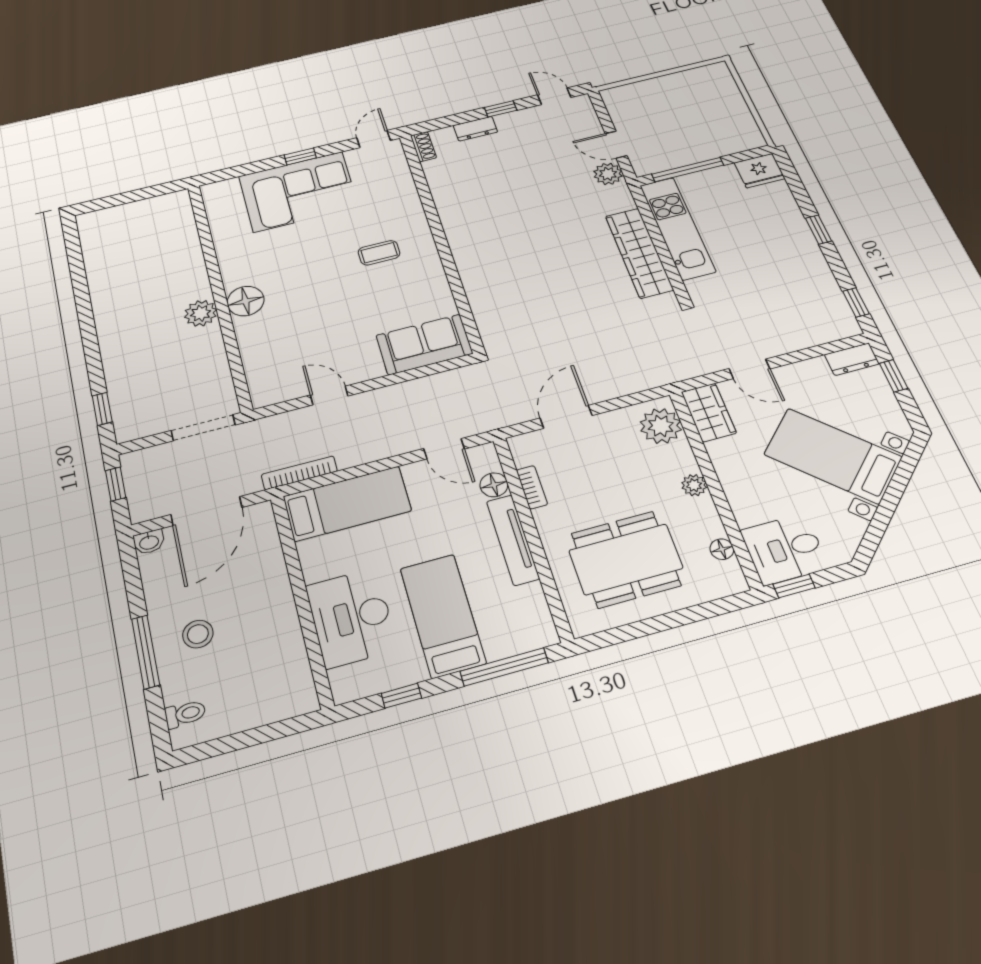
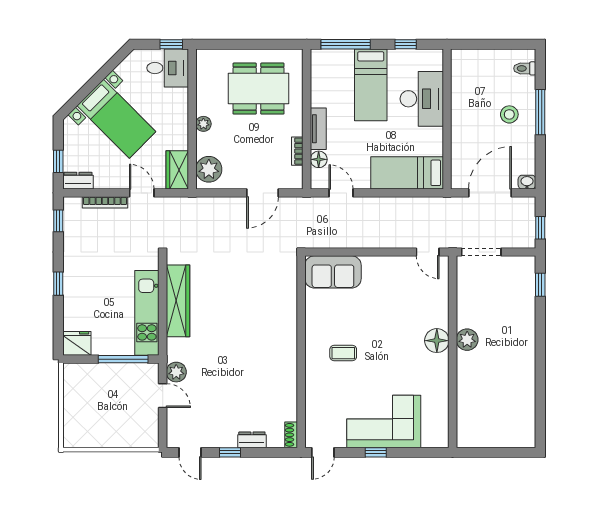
door: (329, 395) -> (428, 252), moved
bookcase: (299, 473) -> (105, 202), moved
tv unit: (513, 540) -> (318, 129), width x0.71
floor lamp: (722, 549) -> (203, 79), removed

